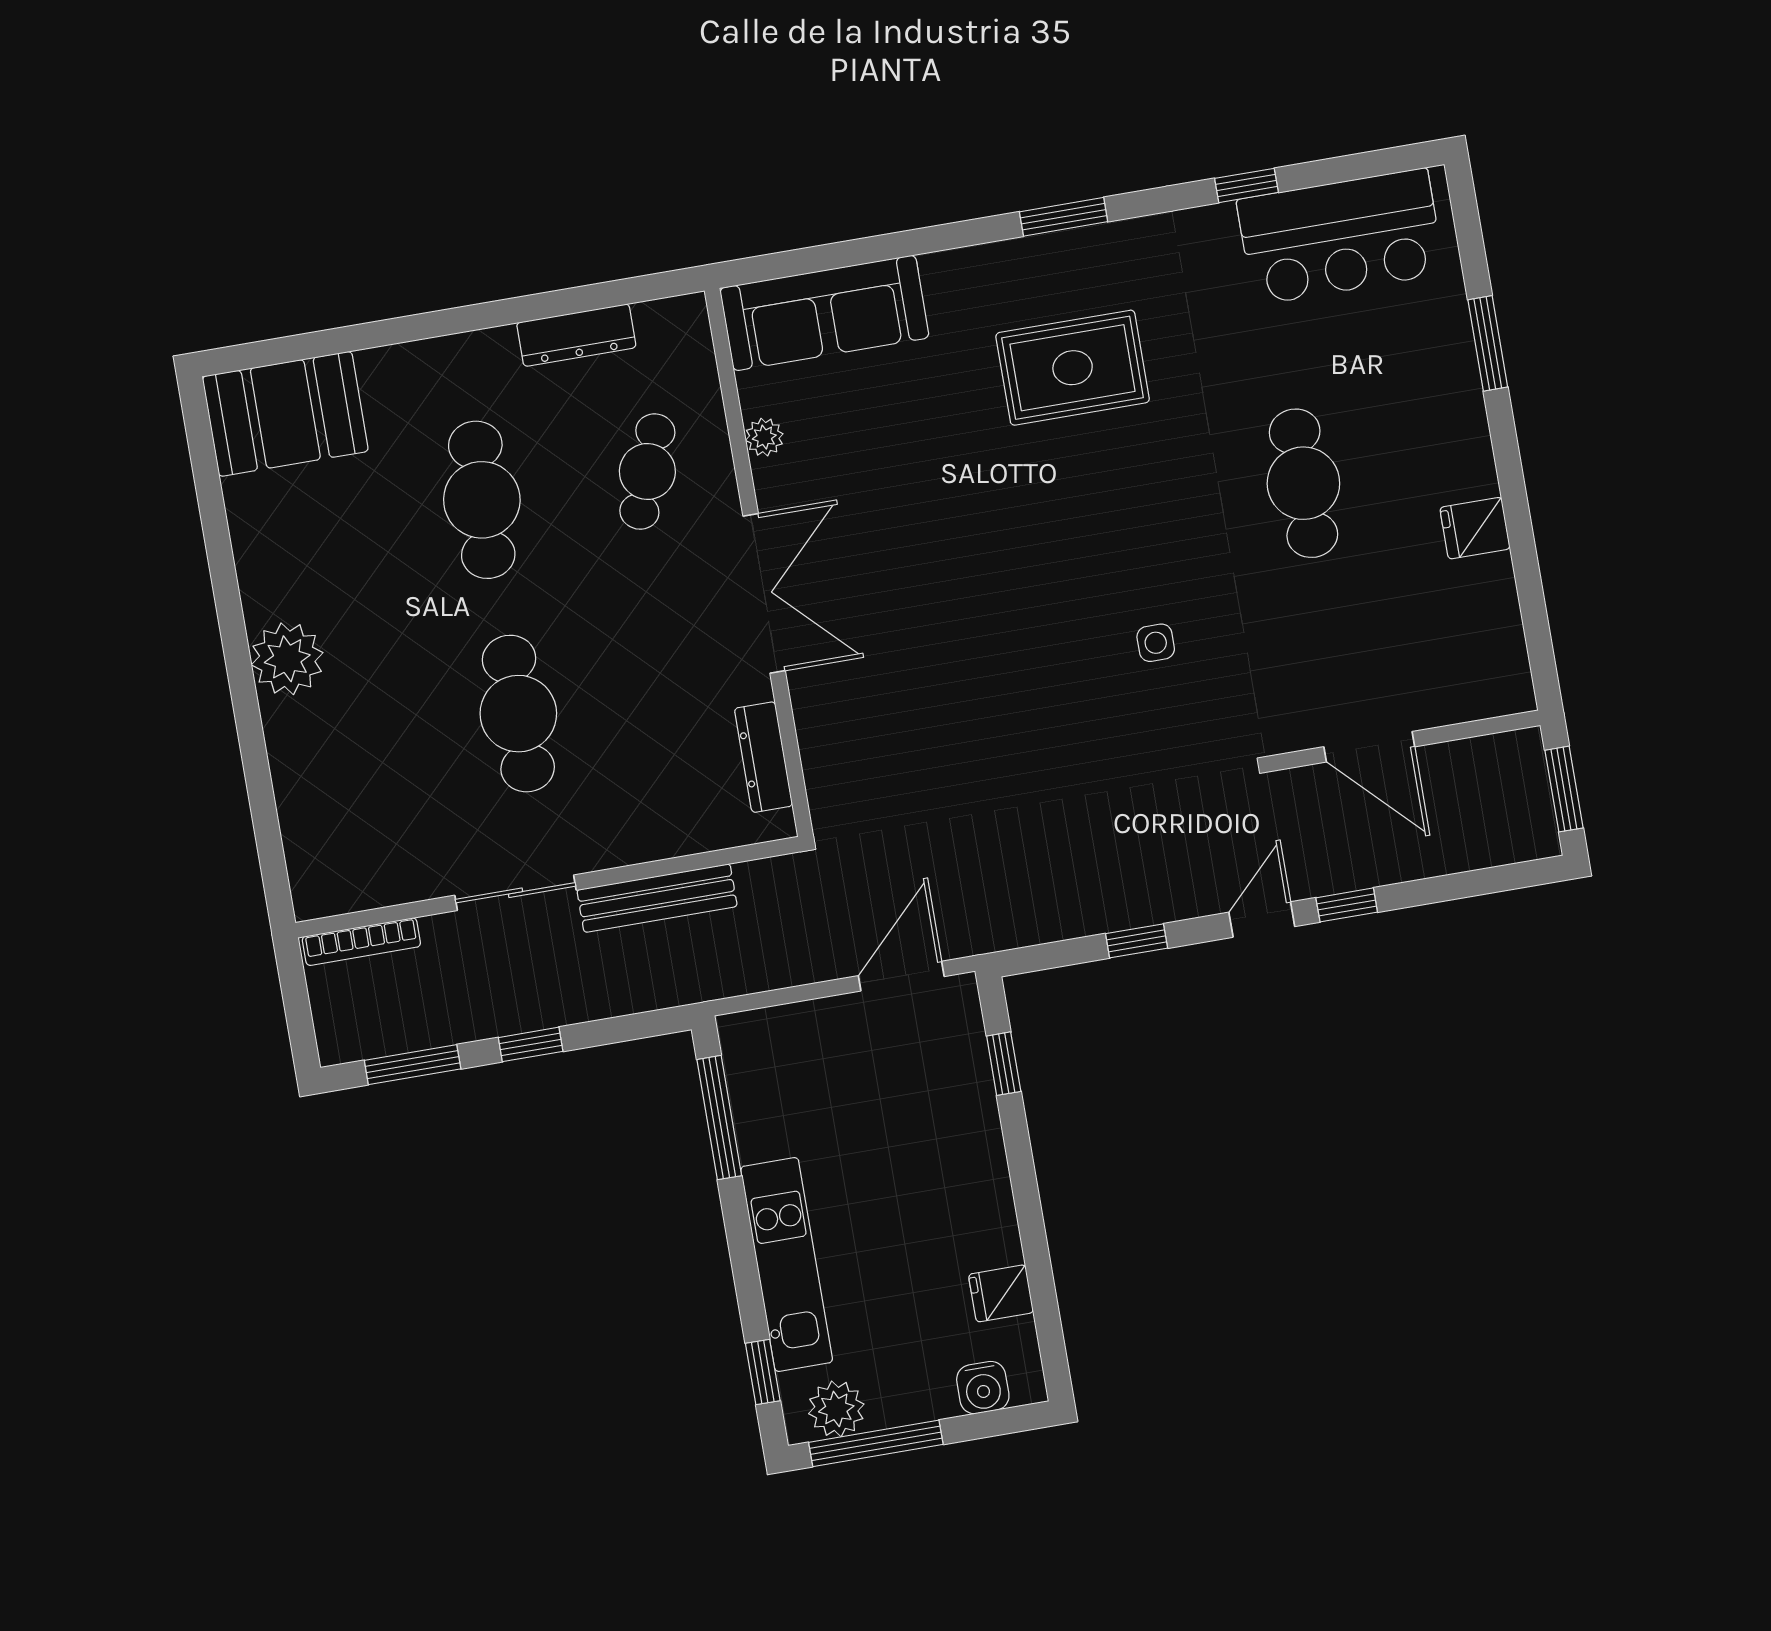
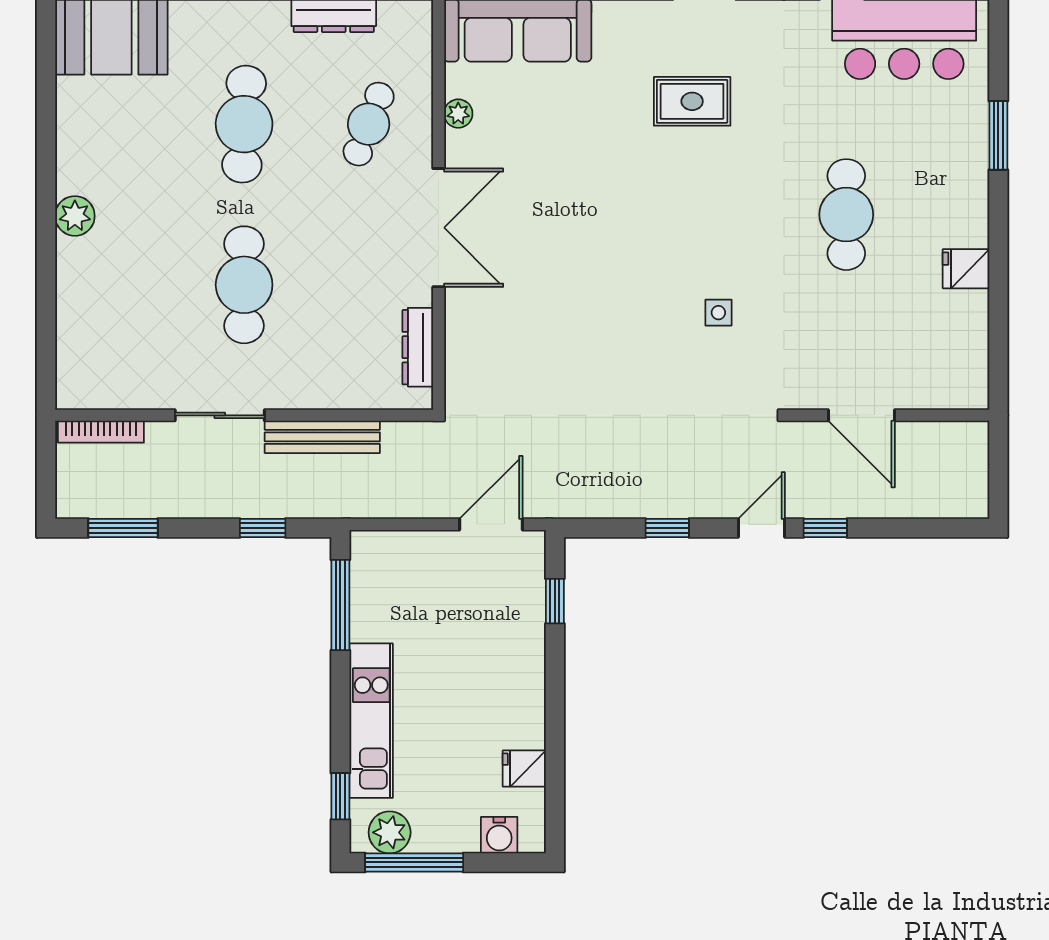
rug: (1073, 368) -> (692, 101), width x0.73, depth x0.70
plant: (287, 659) -> (75, 216), width x0.73, depth x0.73
window: (1564, 789) -> (998, 470), removed
window: (531, 1044) -> (263, 528), moved

